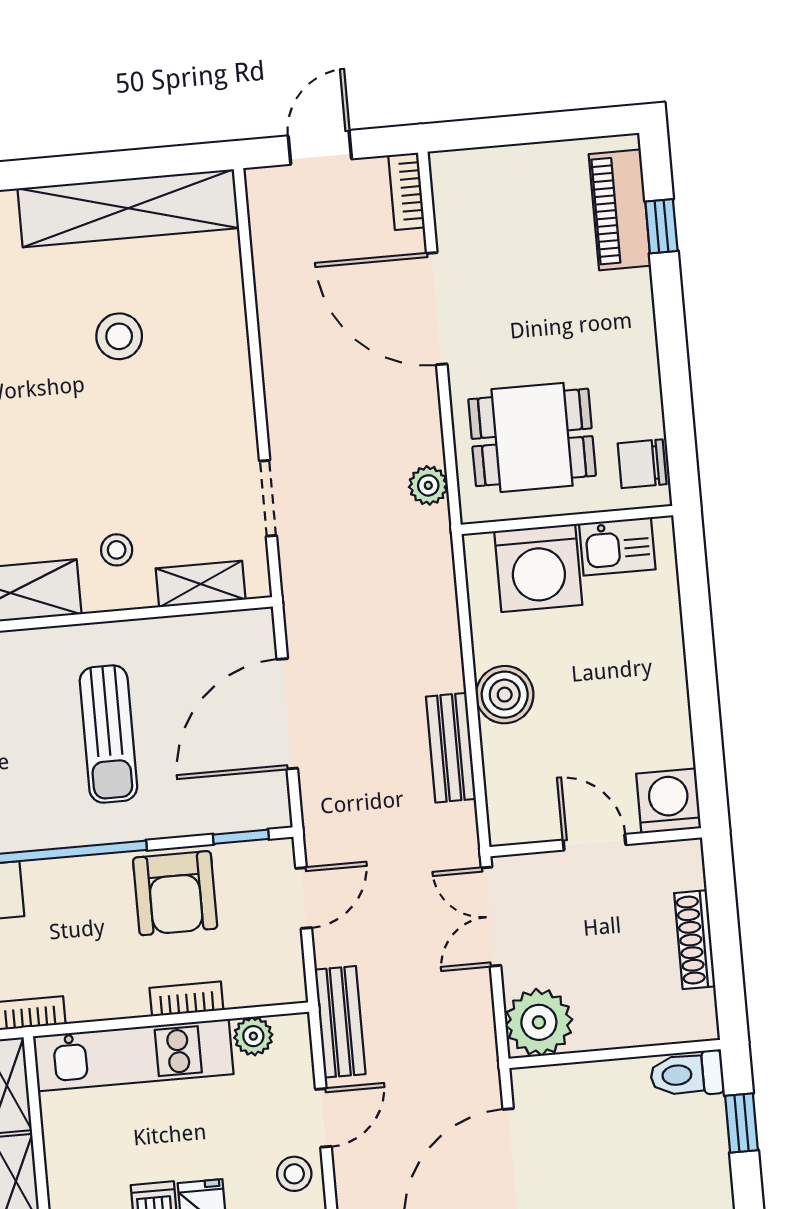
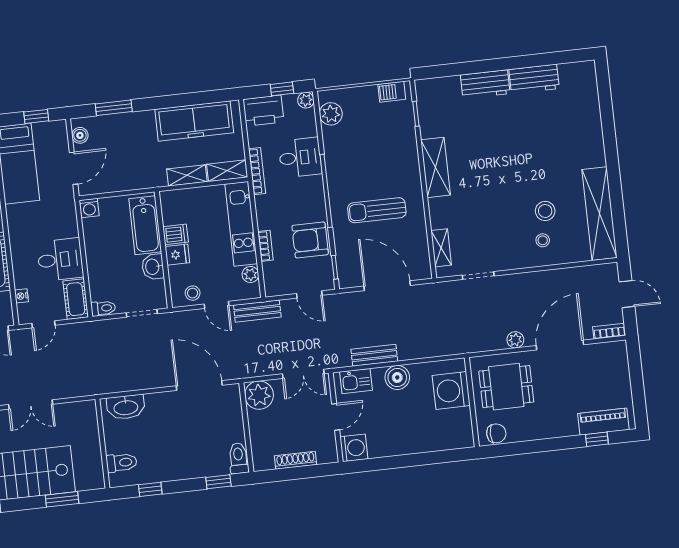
dining table: (532, 437) -> (506, 387), turned 90
chair: (642, 464) -> (496, 433), turned 90
plant: (428, 485) -> (515, 340), moved
kitchen sink: (617, 546) -> (356, 381), moved, turned -90
stool: (117, 550) -> (543, 240), moved
double door: (491, 917) -> (303, 374), swing flipped

